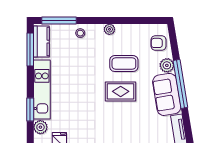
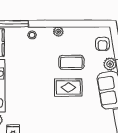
armchair: (159, 43) -> (102, 44), turned -90

